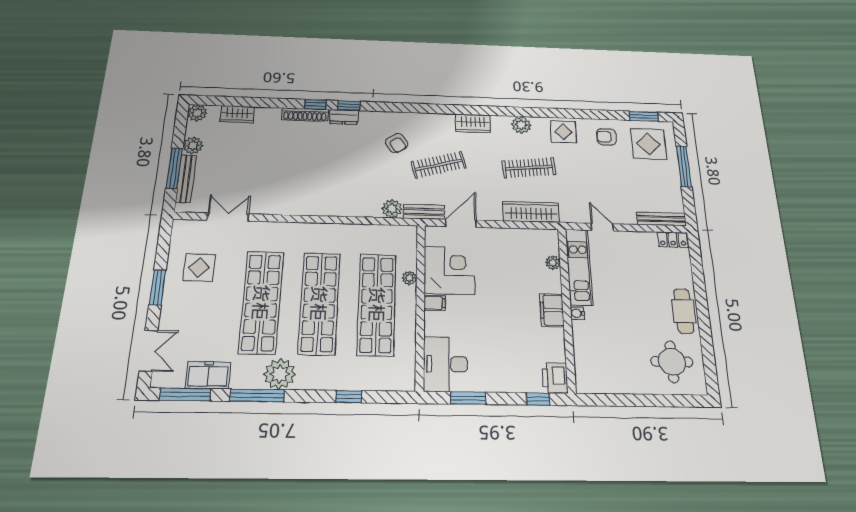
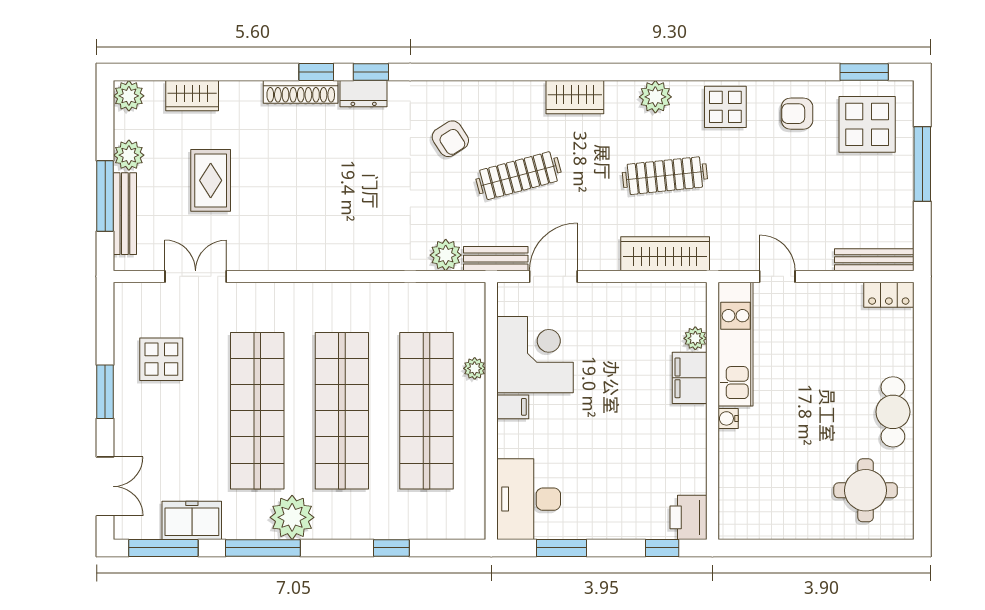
rug: (244, 161) -> (211, 180), added
filing cabinet: (552, 310) -> (690, 378), moved

